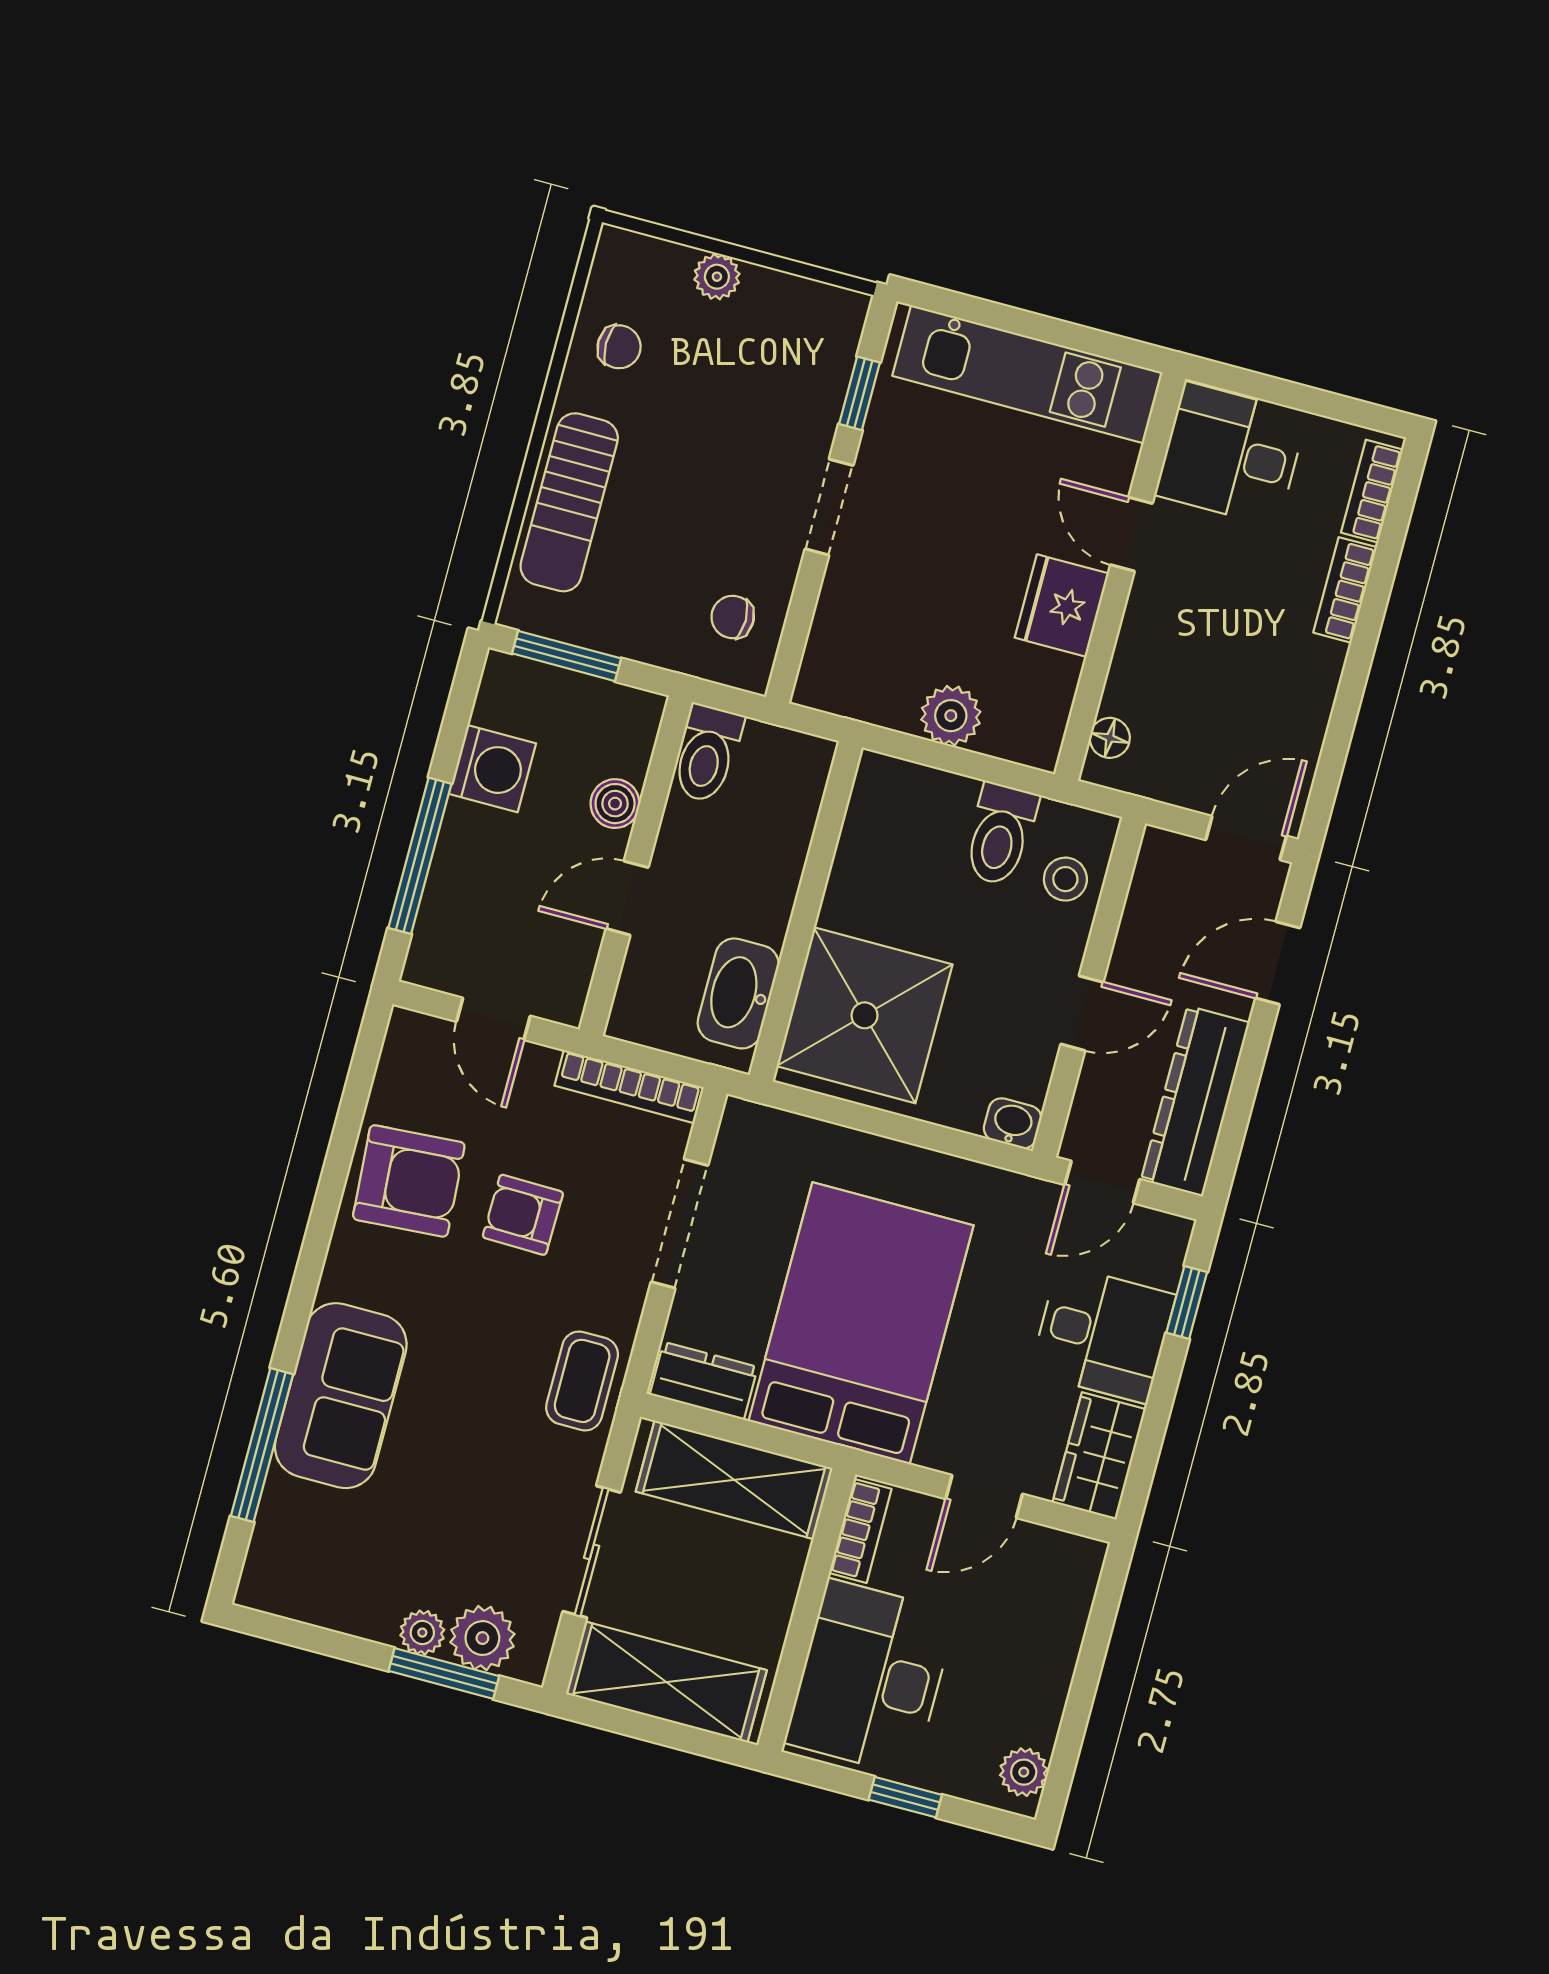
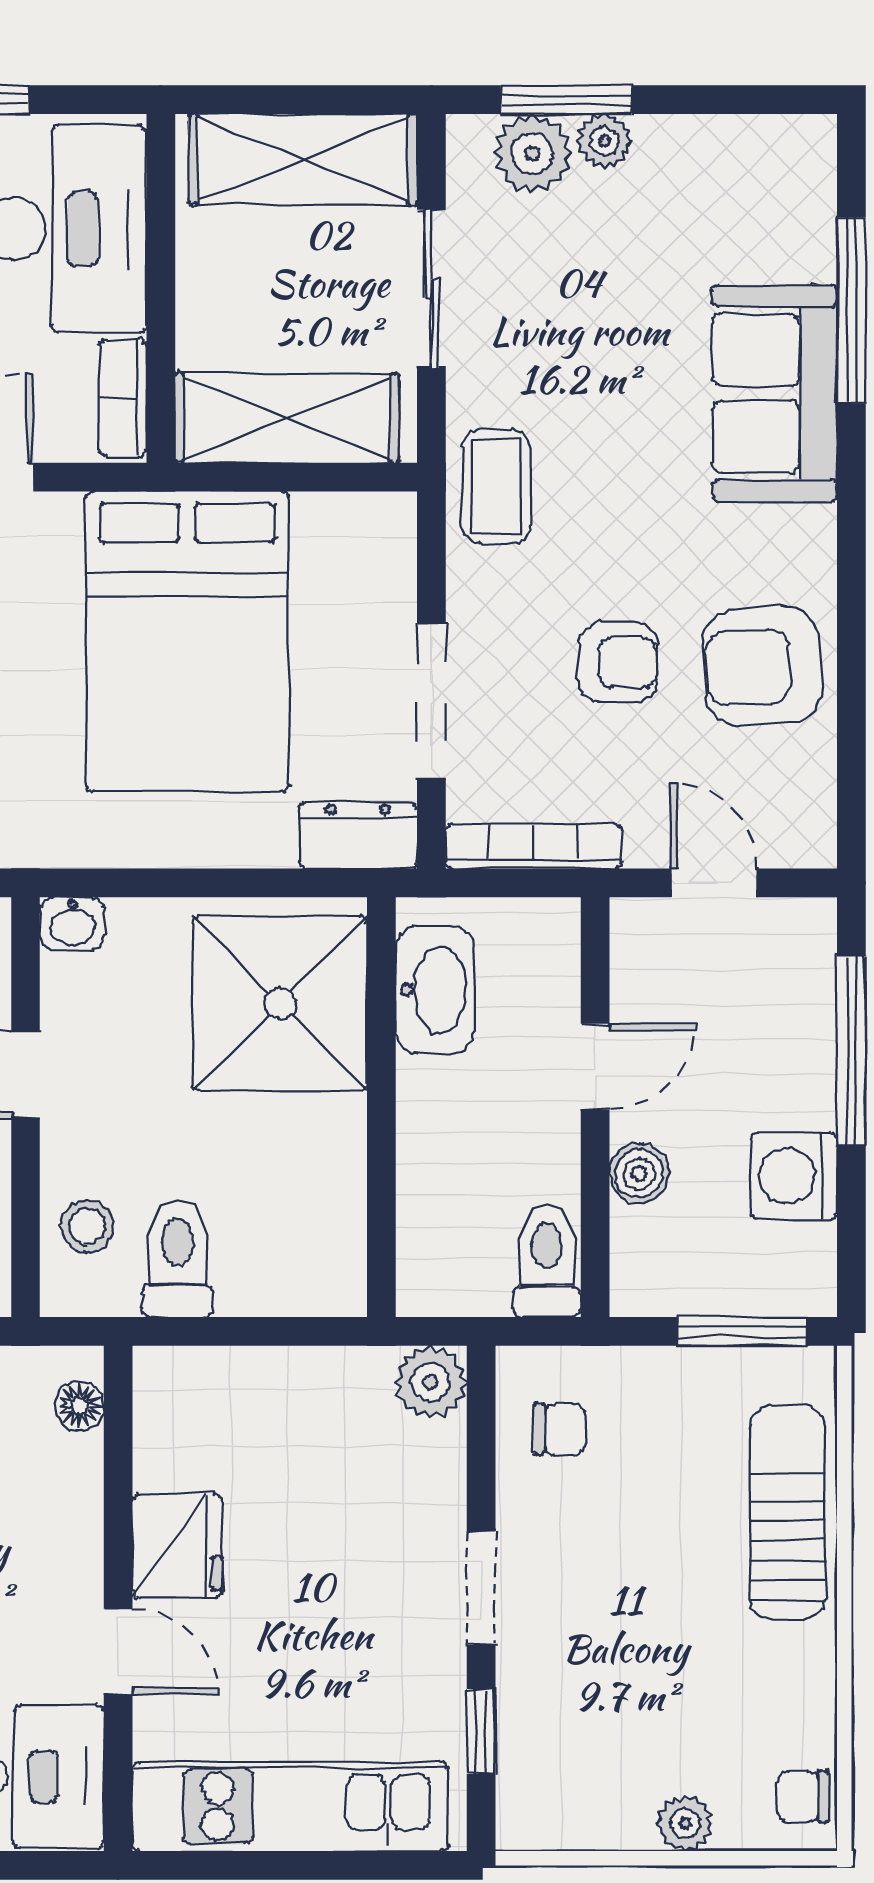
chair: (619, 347) -> (803, 1797), moved
plant: (951, 716) -> (430, 1382), moved
dresser: (704, 1381) -> (358, 835), moved, turned 180

